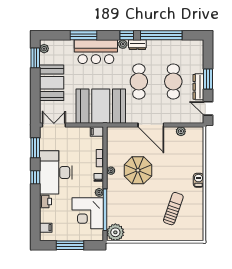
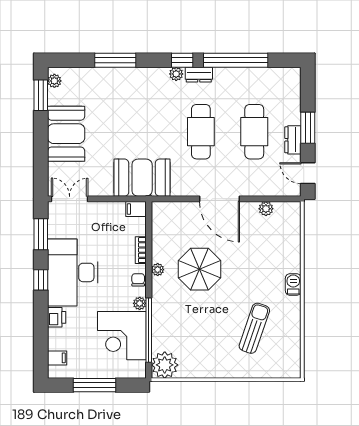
bar counter: (96, 52) -> (135, 86), removed
dresser: (198, 87) -> (293, 140), width x0.70
booth: (101, 106) -> (142, 178), width x0.73, depth x0.70

